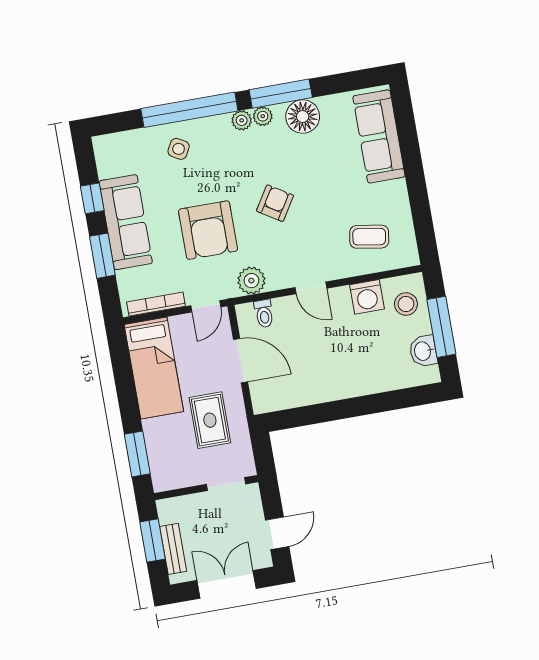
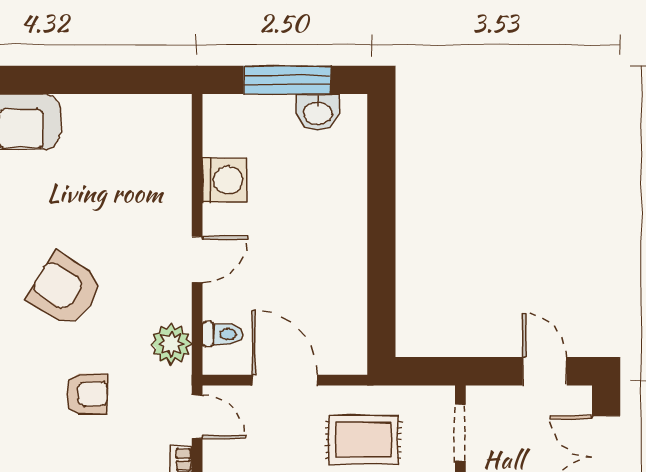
armchair: (275, 203) -> (65, 290), width x1.38, depth x1.38
armchair: (208, 230) -> (87, 394), width x0.53, depth x0.53
coffee table: (369, 237) -> (138, 162), removed
stool: (406, 304) -> (245, 125), removed
door: (241, 361) -> (285, 380), hinge flipped

